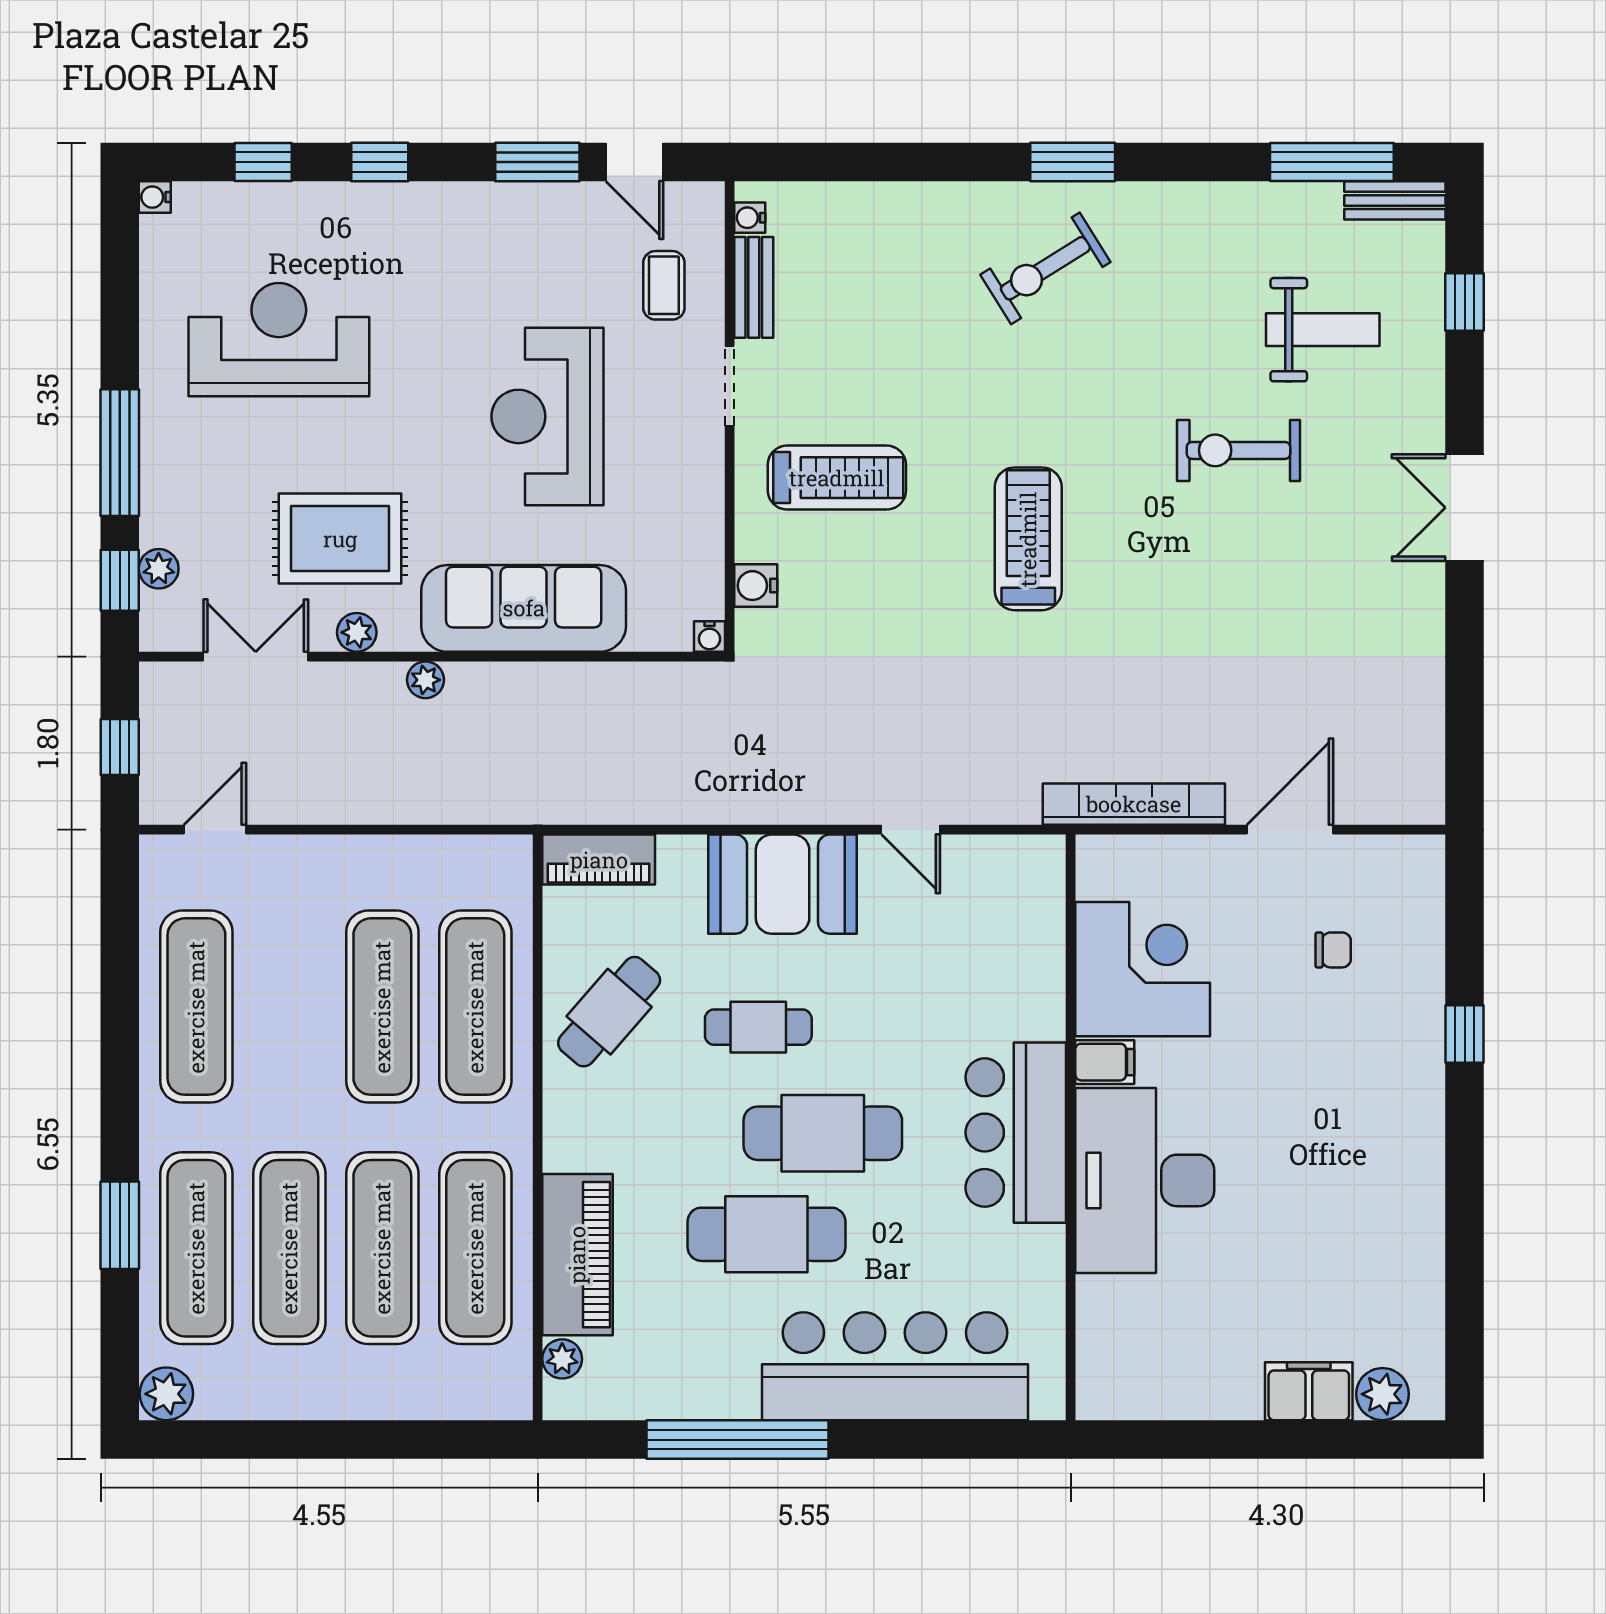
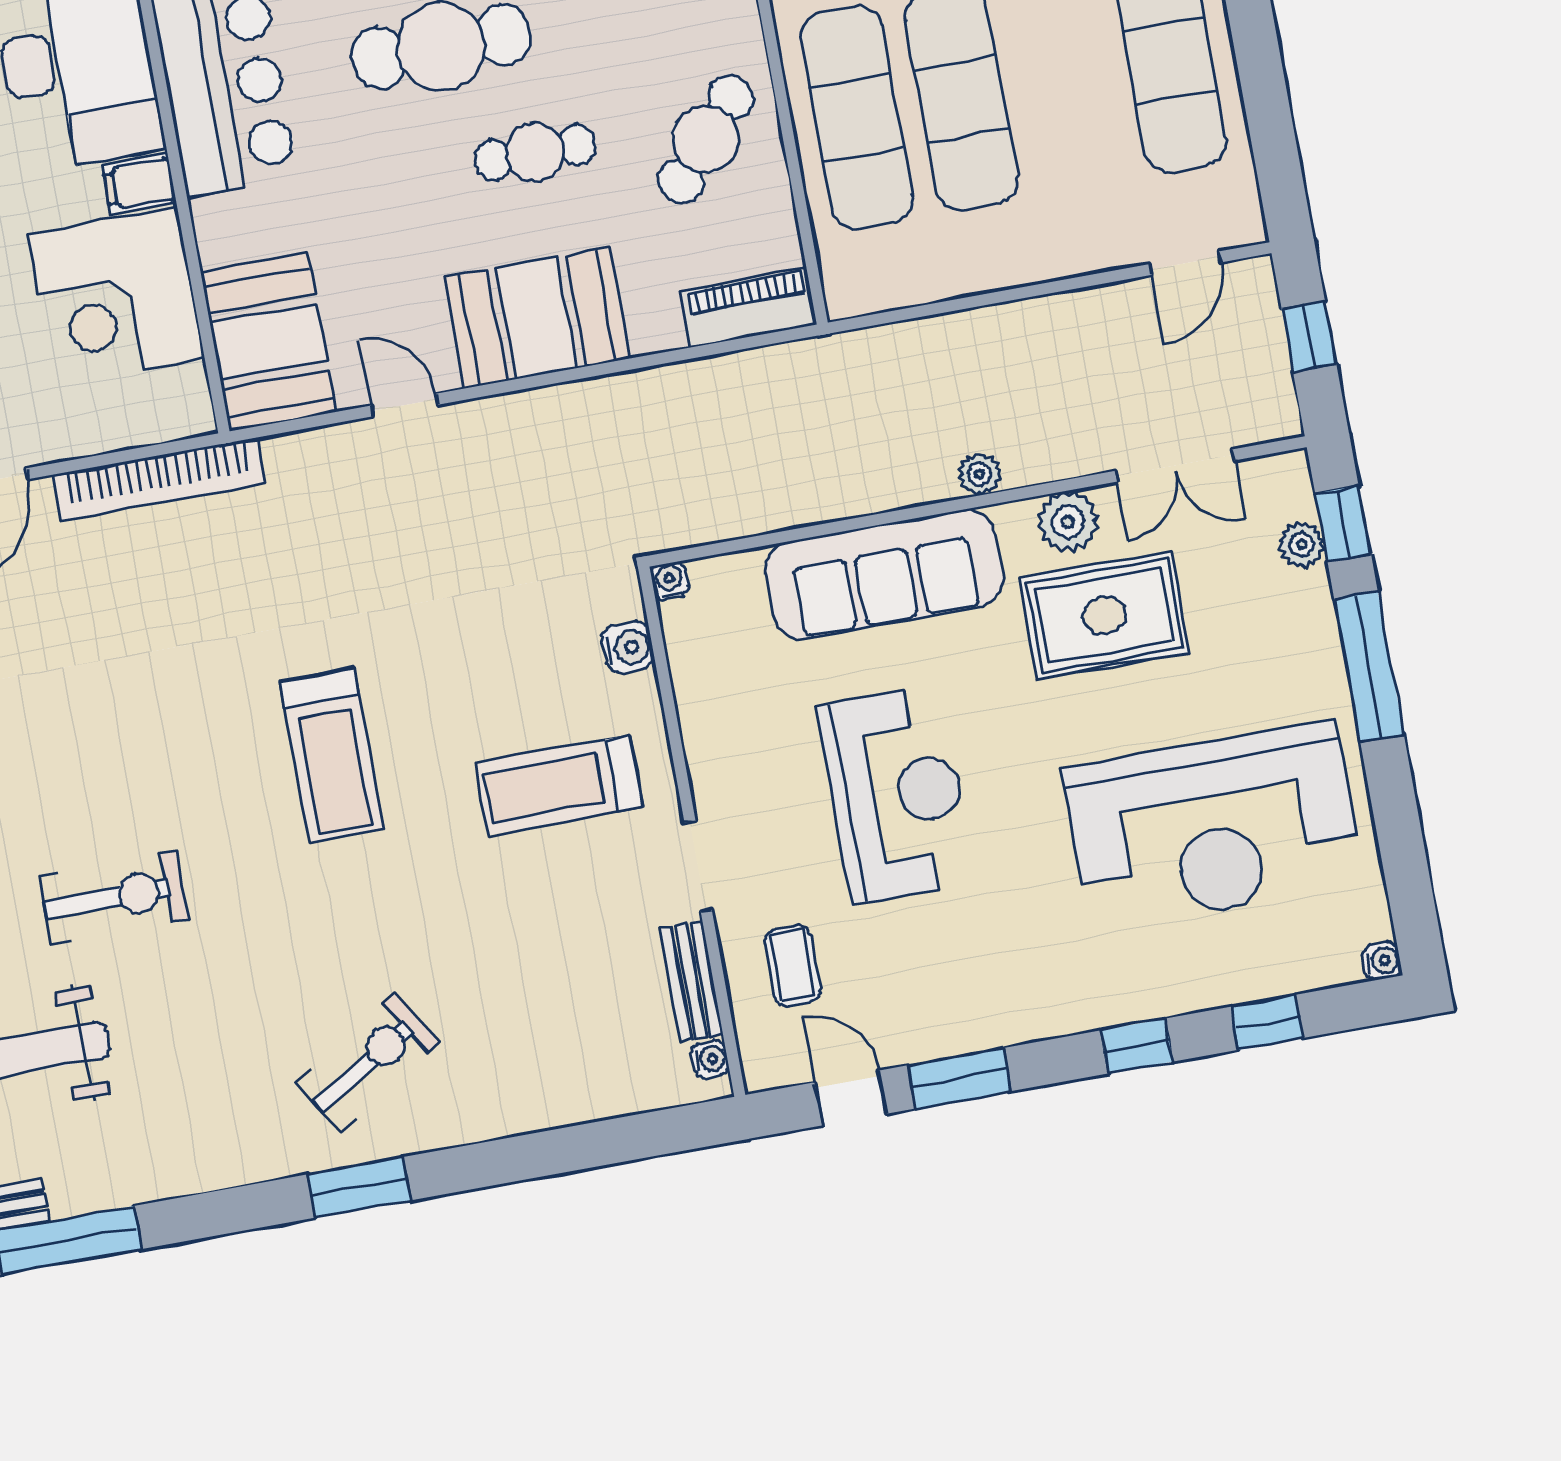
reception desk: (279, 340) -> (1214, 826), width x1.36, depth x1.30
plant: (357, 632) -> (1068, 522), width x1.38, depth x1.38
booth: (1018, 905) -> (268, 342), added

